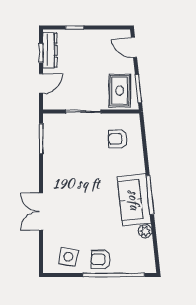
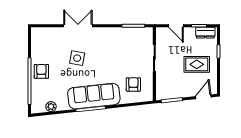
dresser: (50, 50) -> (205, 33), width x0.70
rug: (120, 91) -> (197, 64), moved
sofa: (134, 200) -> (94, 96), width x1.36
plant: (145, 231) -> (51, 107), moved
side table: (68, 257) -> (77, 58), moved

